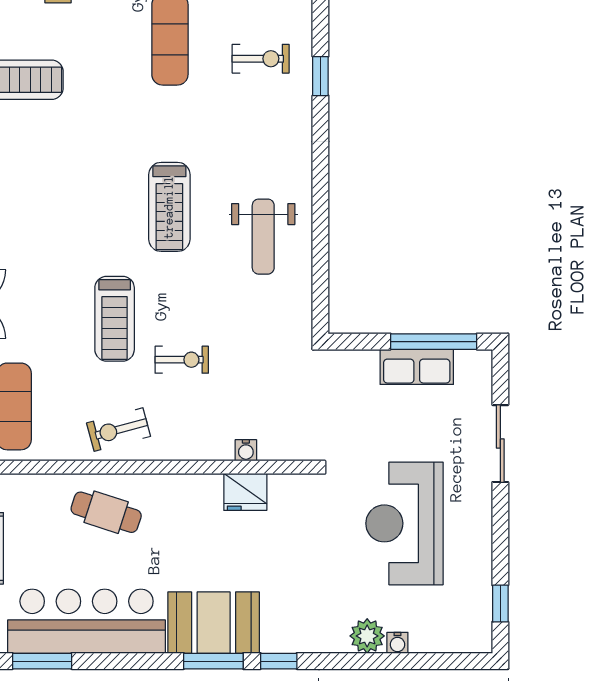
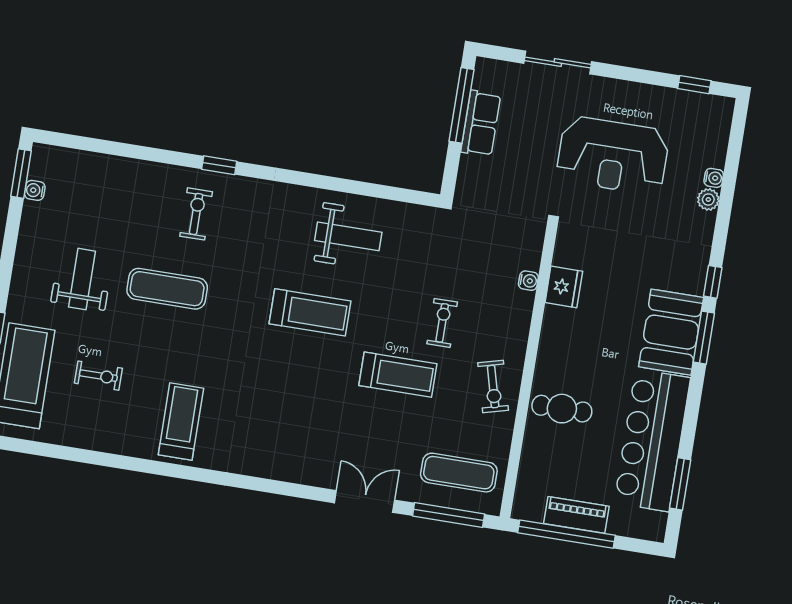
cafe table: (106, 512) -> (562, 409), turned 72
plant: (367, 636) -> (708, 199), width x0.73, depth x0.73

